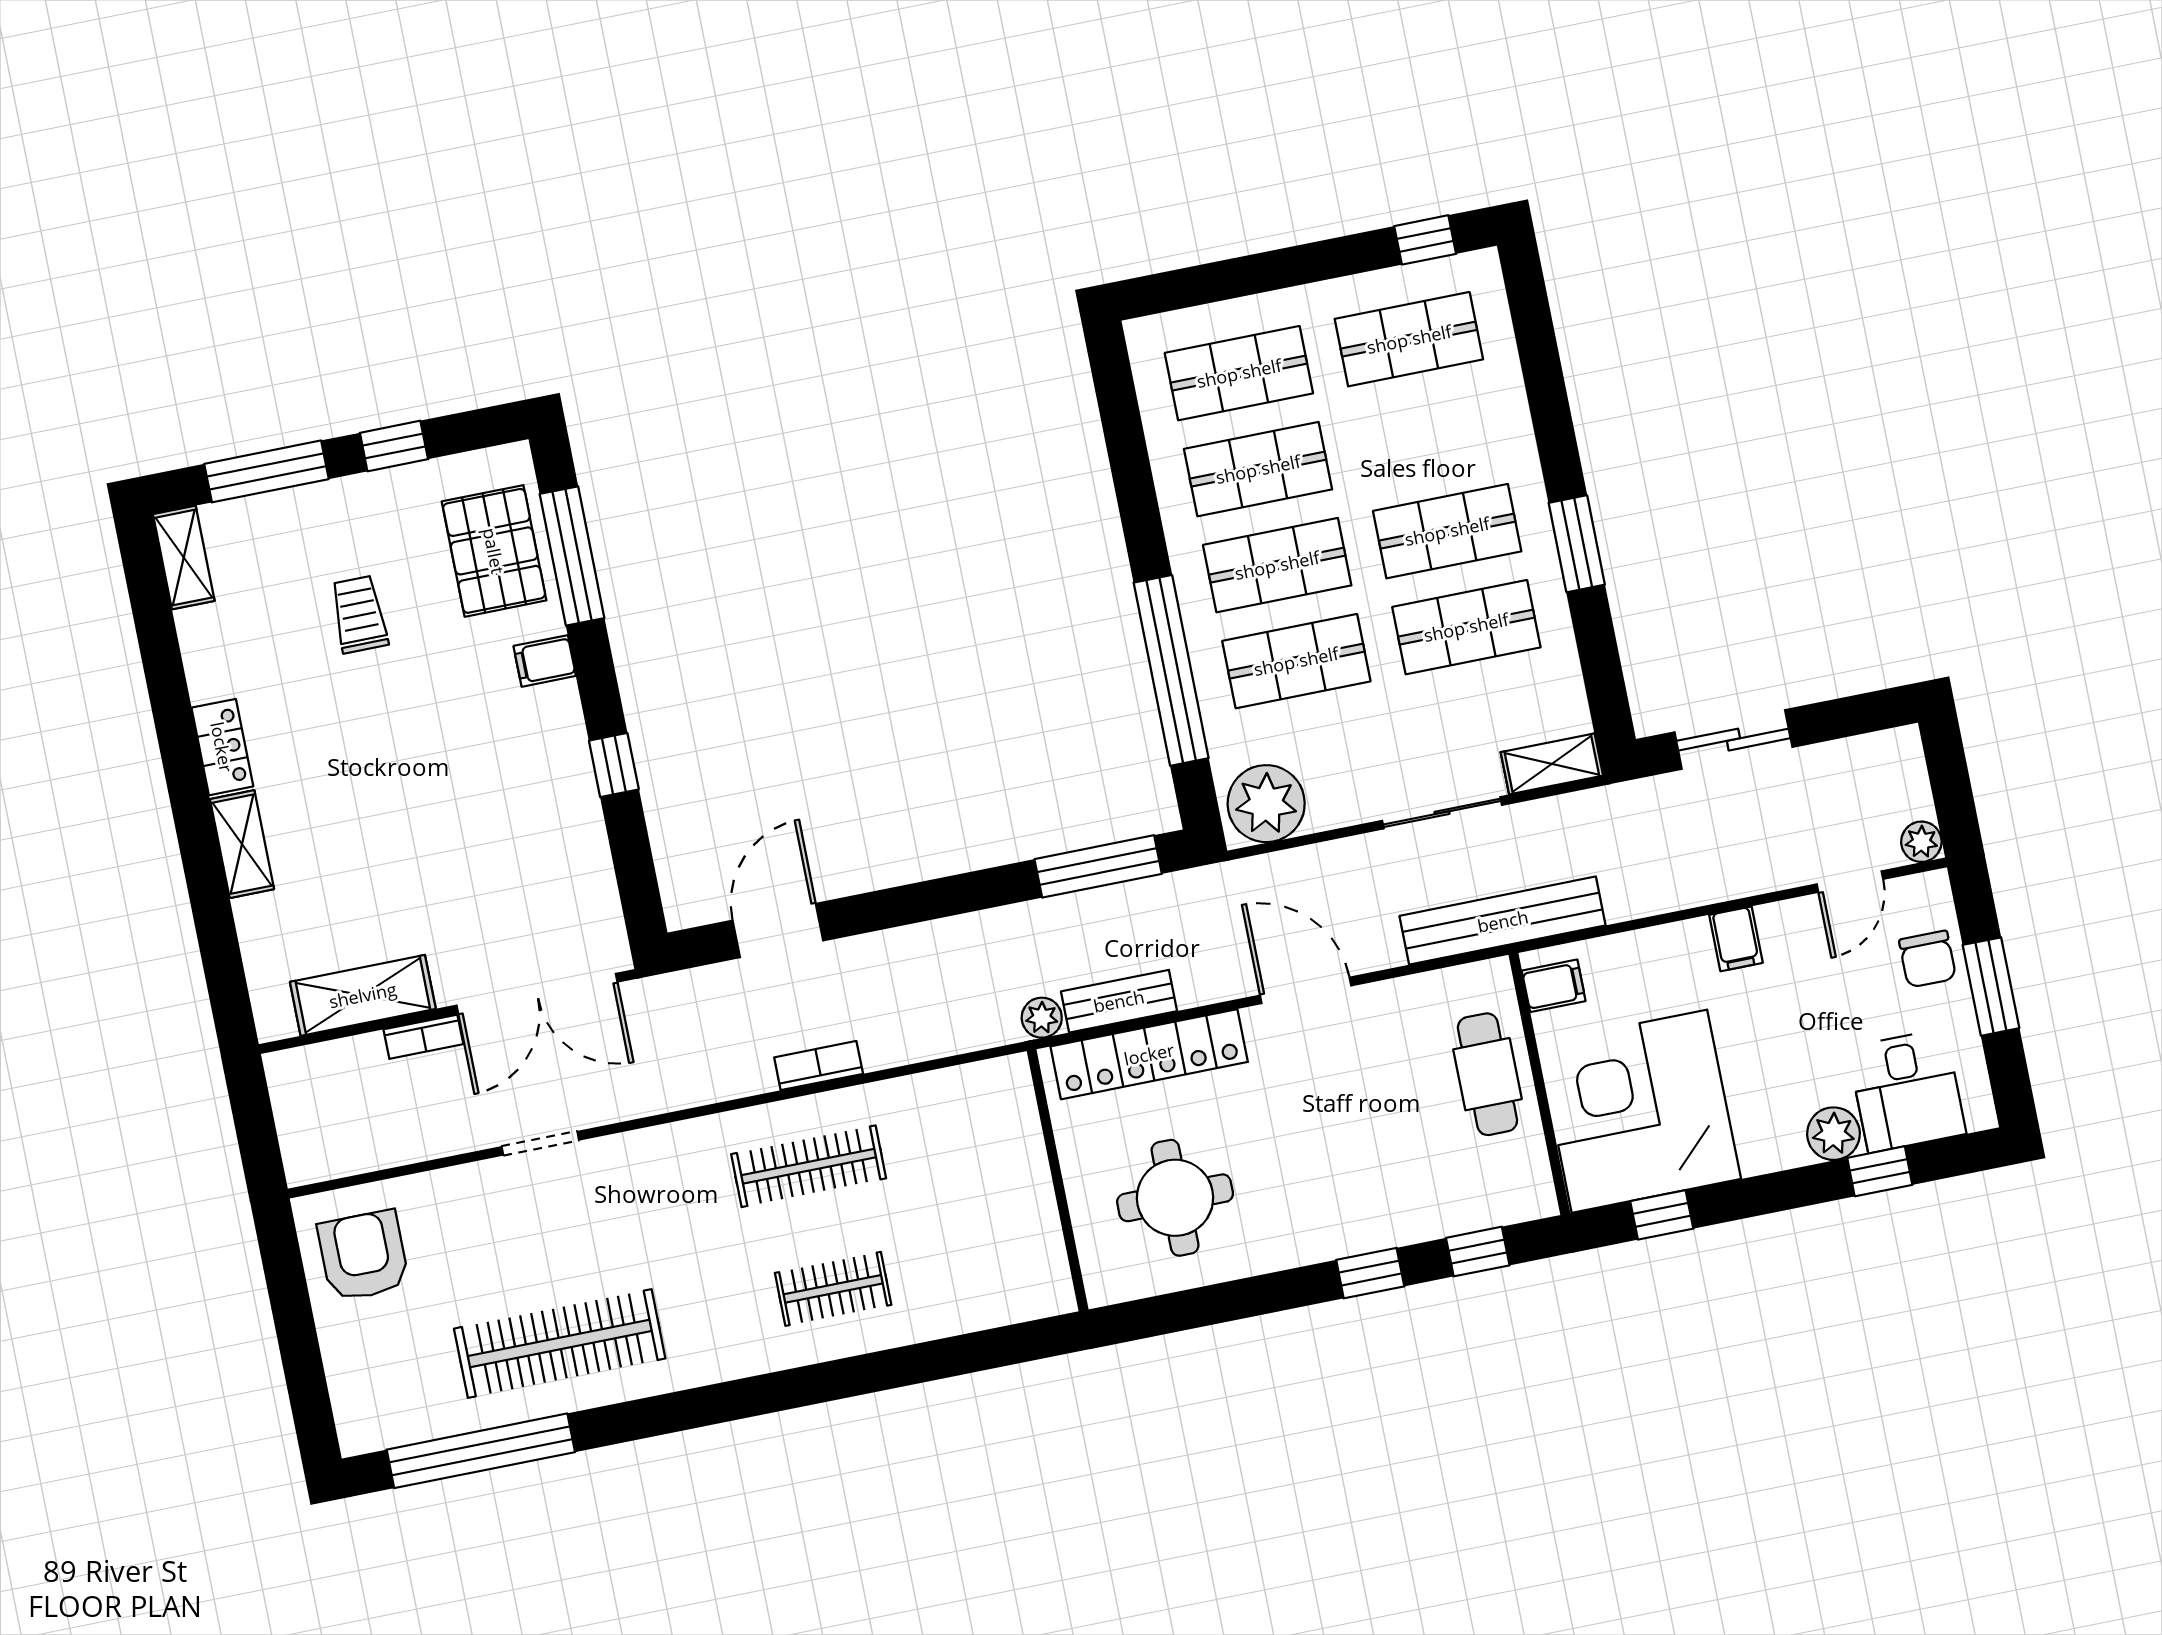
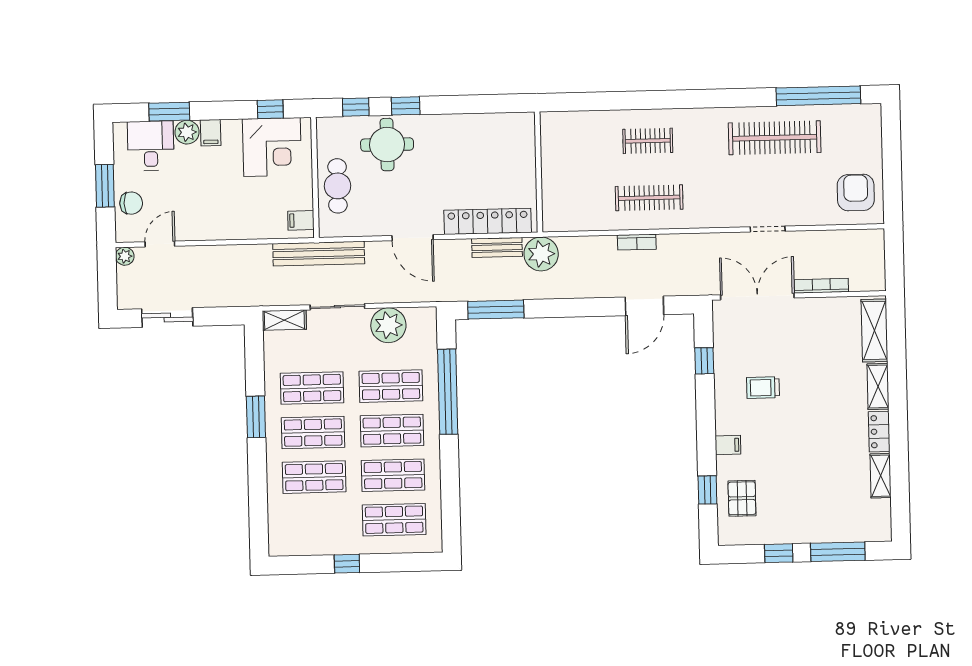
window: (1425, 240) -> (347, 564), moved
shop shelf: (1409, 339) -> (314, 477), moved
pallet: (494, 551) -> (742, 498), width x0.67, depth x0.71
window: (572, 556) -> (707, 490), width x0.46
shelving: (184, 558) -> (881, 476), moved
trolley: (359, 614) -> (763, 388), moved, turned 90
sliding door: (1733, 740) -> (167, 318), moved
window: (614, 765) -> (704, 361), moved
plant: (1266, 804) -> (388, 325), moved
filing cabinet: (1736, 939) -> (211, 133), moved, turned 180
chair: (1928, 959) -> (131, 203), turned 90
shelving: (363, 995) -> (874, 330), moved, turned 90
plant: (1042, 1018) -> (541, 254), width x1.88, depth x1.88
bookcase: (423, 1037) -> (821, 286), width x1.56
corner desk: (1639, 1111) -> (272, 147), width x0.74, depth x0.74
window: (1880, 1171) -> (169, 112), width x1.50
round table: (1175, 1198) -> (387, 145), moved
armchair: (363, 1256) -> (856, 193), turned 180

